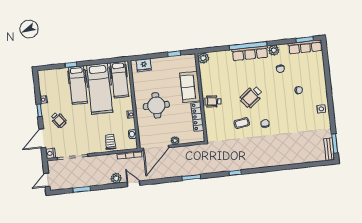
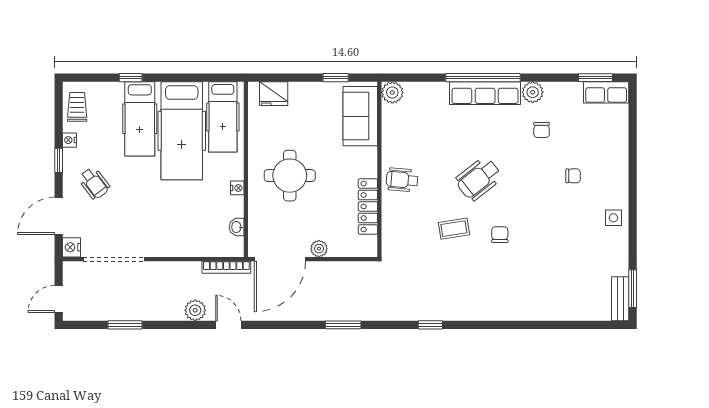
row of seats: (305, 47) -> (606, 92), width x0.68
sofa: (190, 87) -> (360, 116), moved
trolley: (110, 142) -> (77, 107), moved

